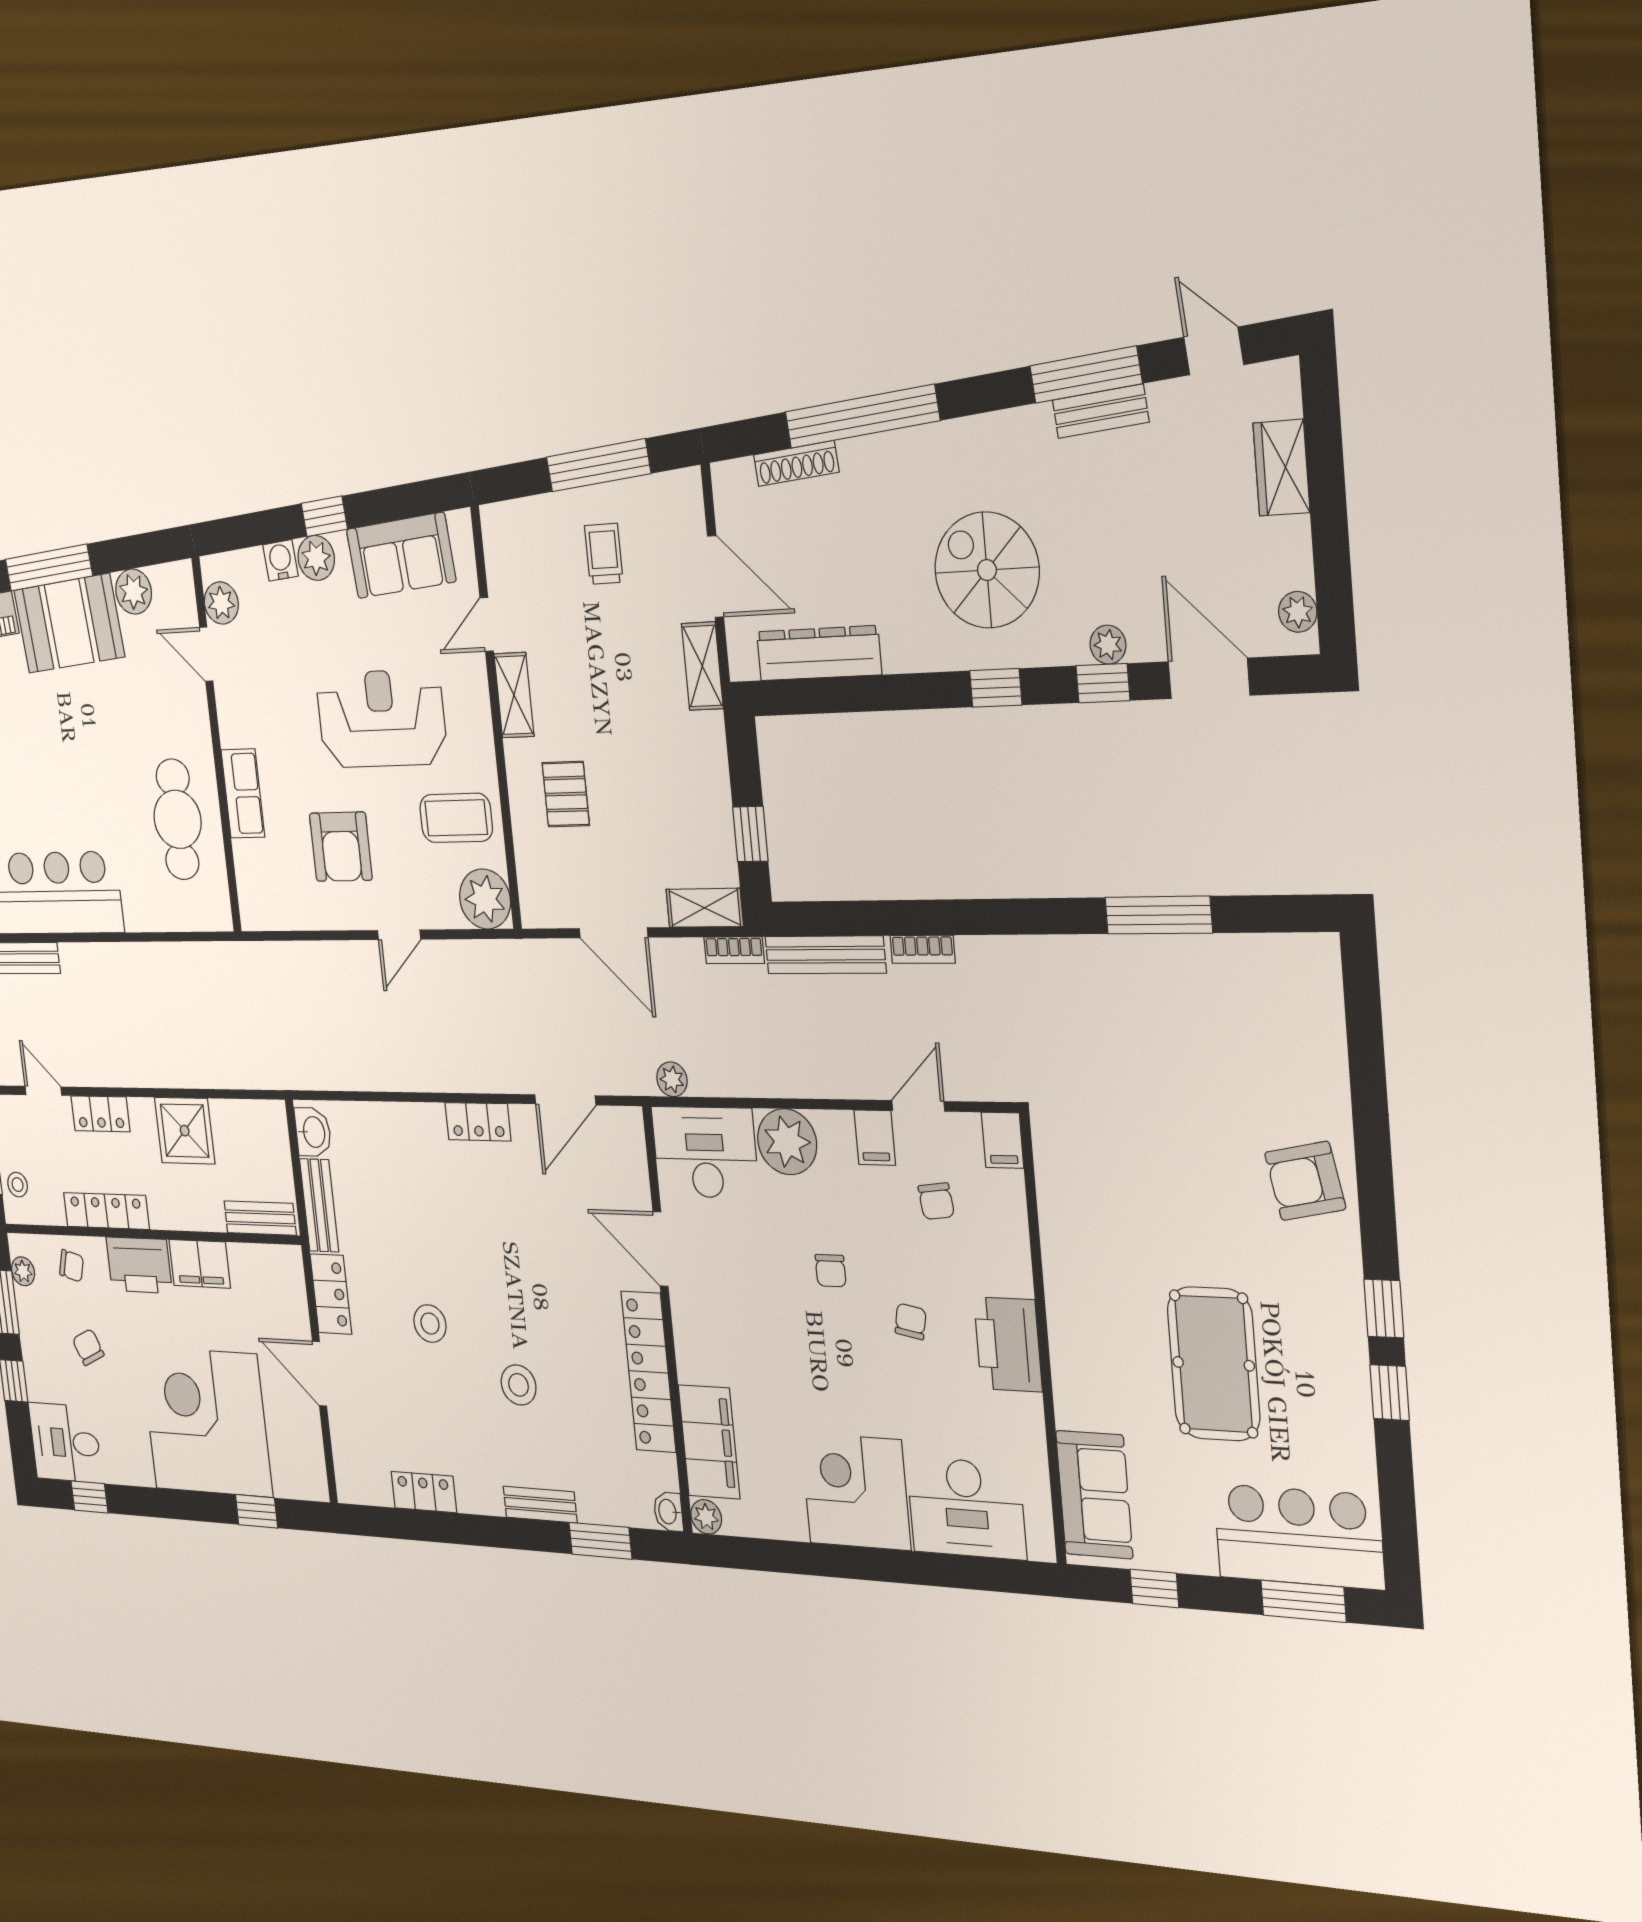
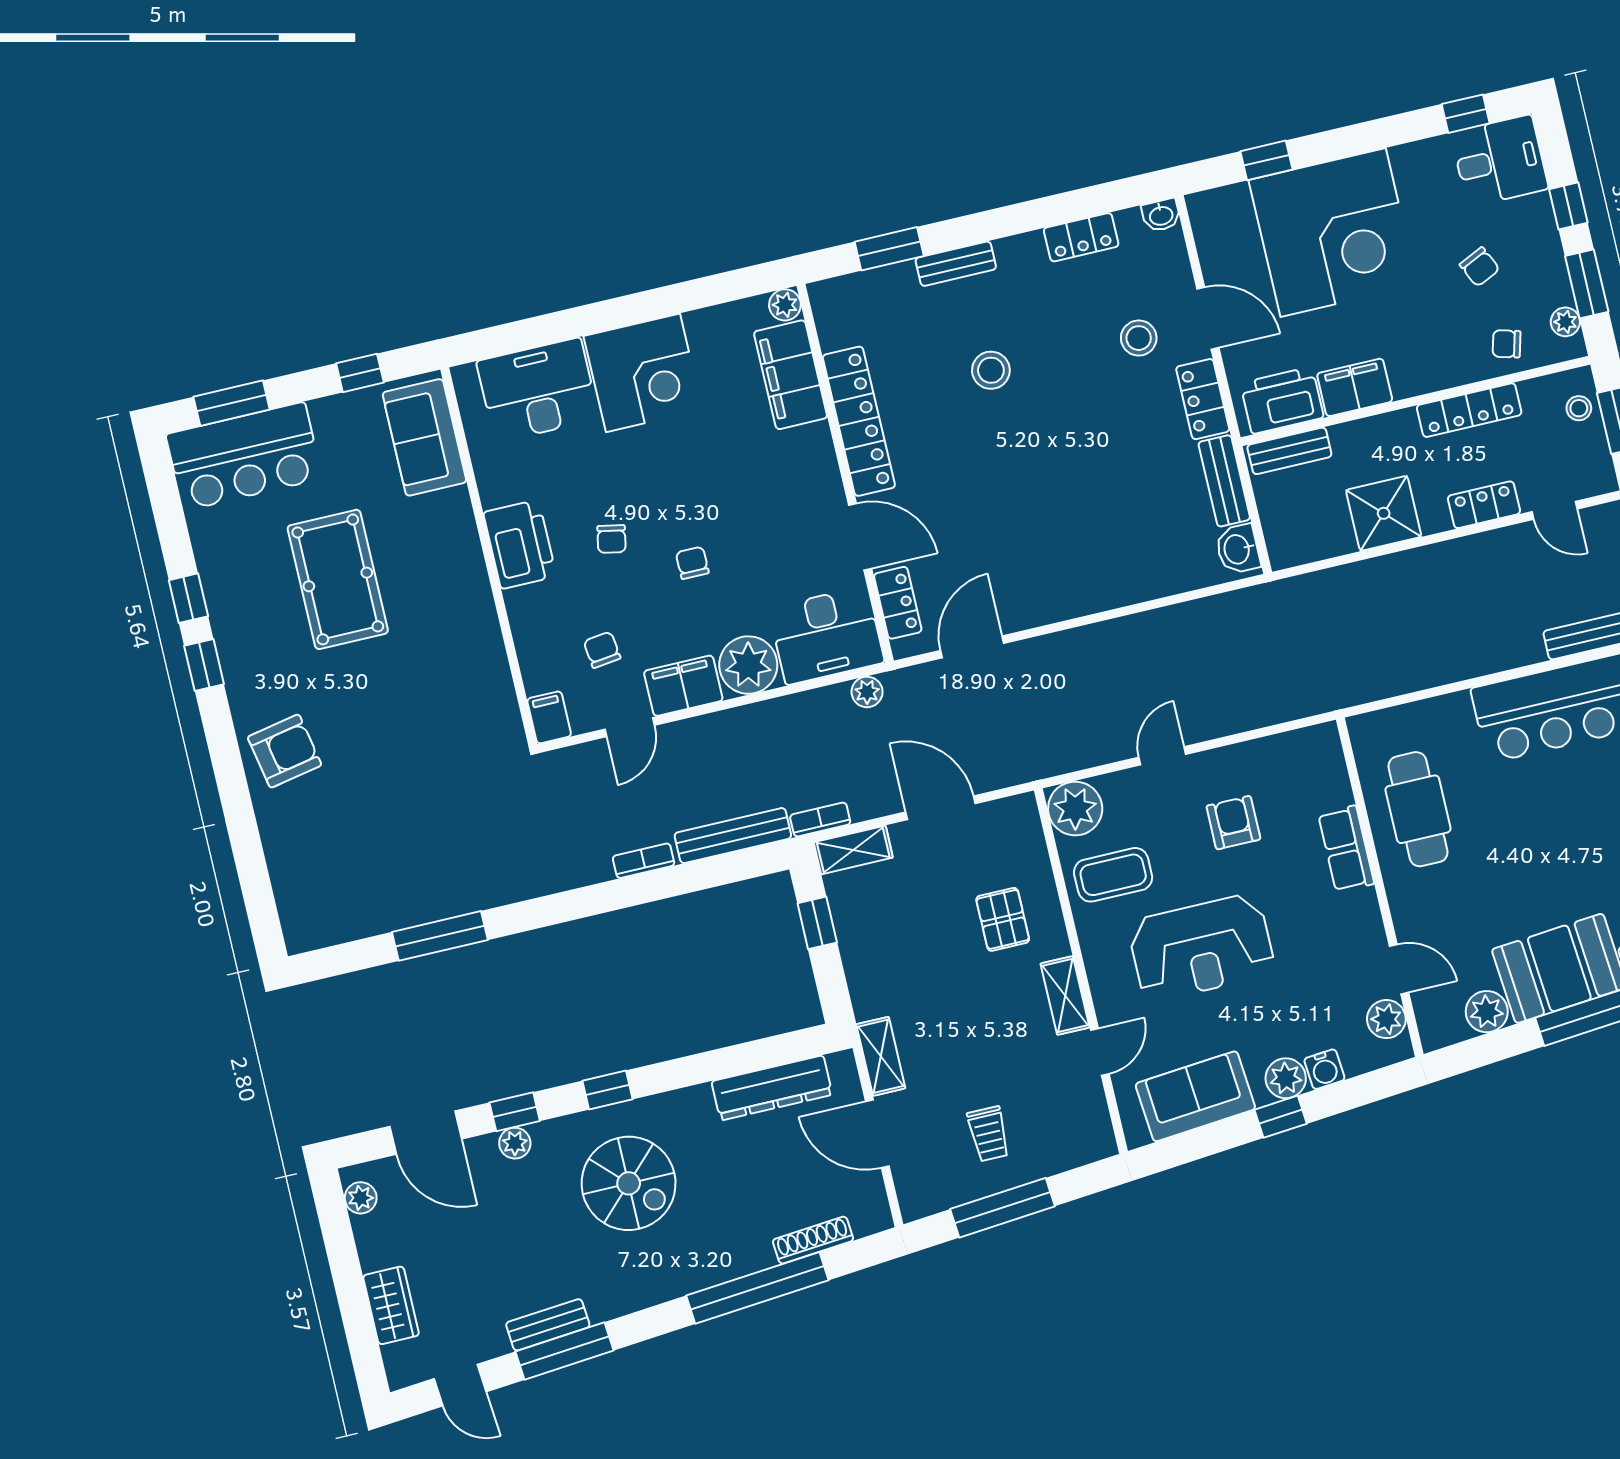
armchair: (341, 847) -> (1233, 823), width x0.72, depth x0.72
locker: (478, 1122) -> (898, 603), moved, turned 90
filing cabinet: (875, 1138) -> (683, 686), width x2.00
printer: (139, 1265) -> (1282, 400), moved
stool: (430, 1324) -> (1139, 338), moved
washbasin: (668, 1512) -> (1161, 215), moved, turned 90

